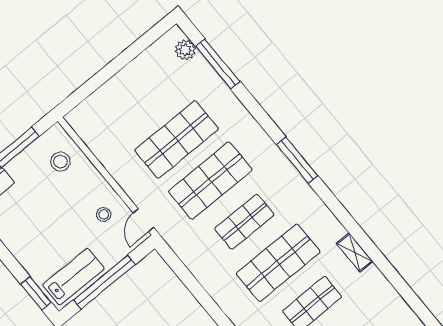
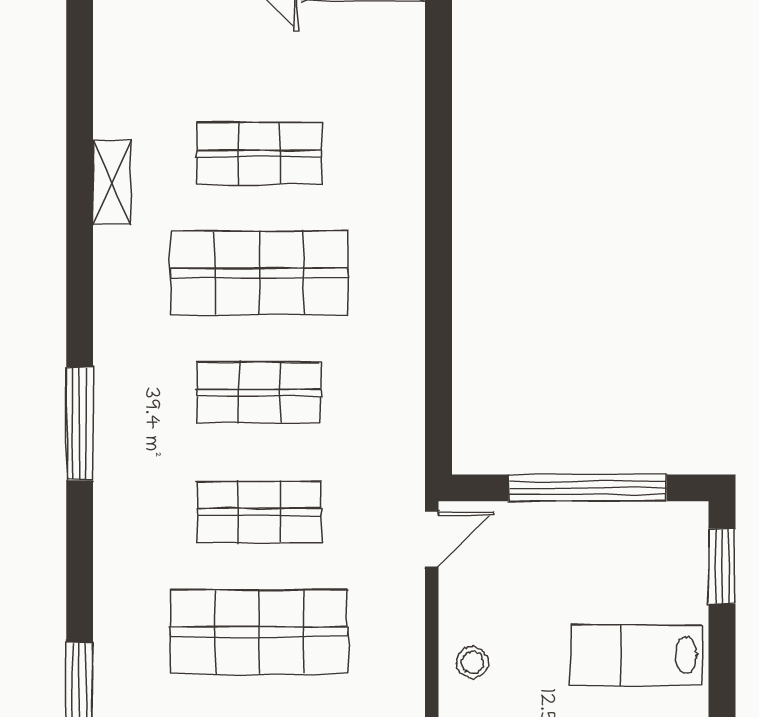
shop shelf: (210, 181) -> (259, 512), width x0.70, depth x0.74
stool: (104, 215) -> (473, 662), moved
lab bench: (73, 277) -> (636, 655), moved

